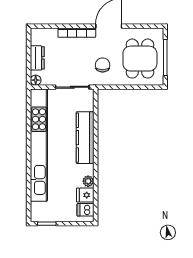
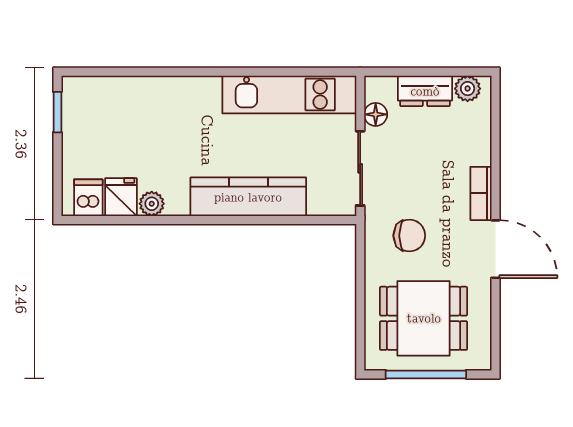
bookcase: (77, 33) -> (481, 193), width x0.64
plant: (36, 39) -> (468, 89), added
floor lamp: (36, 80) -> (376, 114), moved
kitchen unit: (39, 145) -> (289, 95), width x0.54

